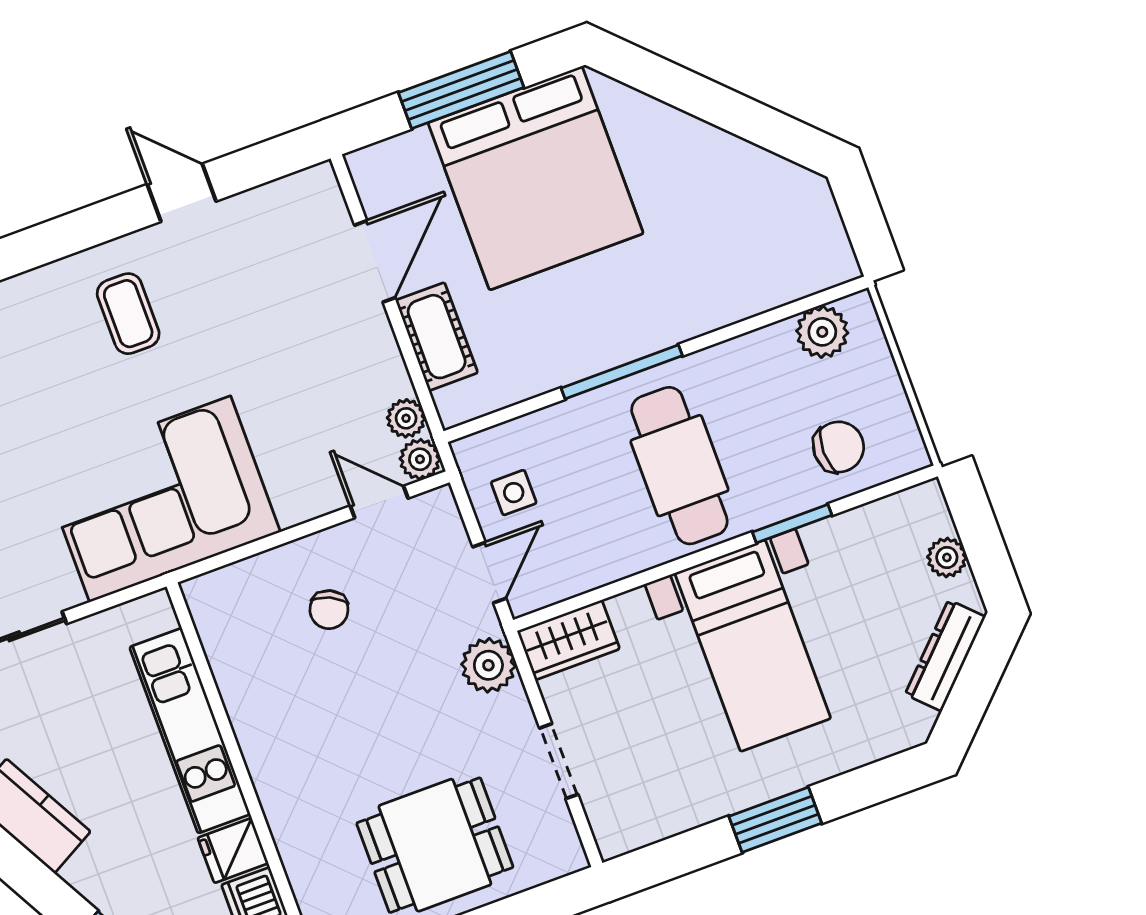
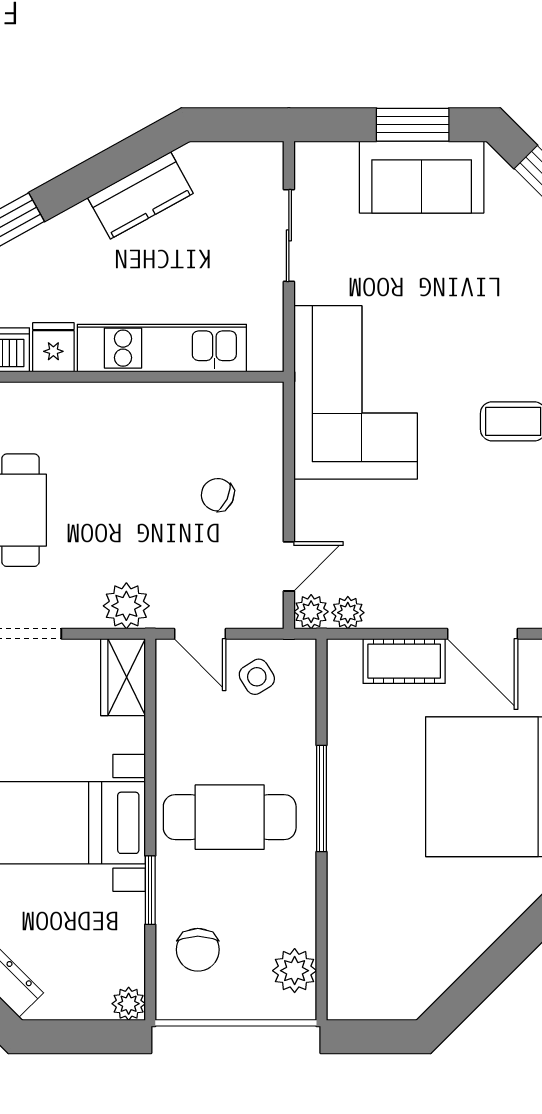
side table: (514, 493) -> (257, 677), turned -32
plant: (947, 557) -> (129, 1004), moved

